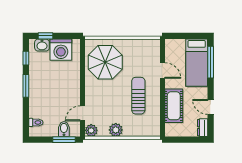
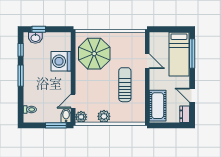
washing machine: (61, 50) -> (61, 61), moved, turned 90
cot: (174, 106) -> (158, 106), moved
bidet: (64, 129) -> (66, 116), moved

